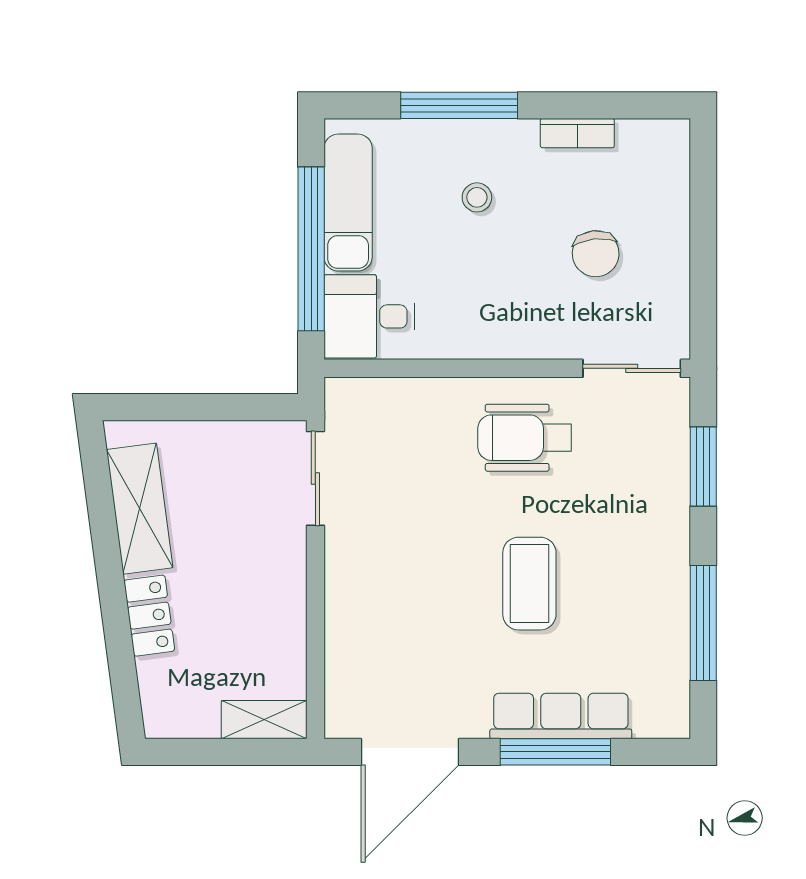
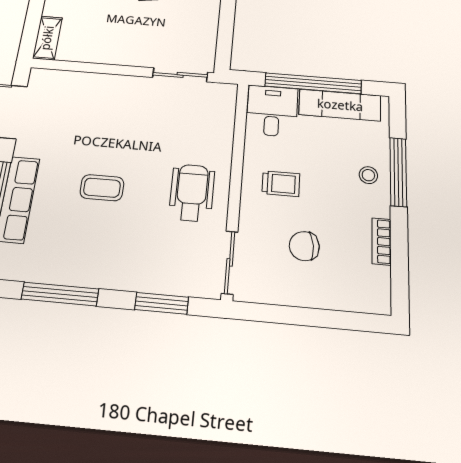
stool: (477, 197) -> (368, 175), moved
trolley: (496, 295) -> (281, 184), added
coffee table: (529, 584) -> (102, 188), width x0.73, depth x0.77

